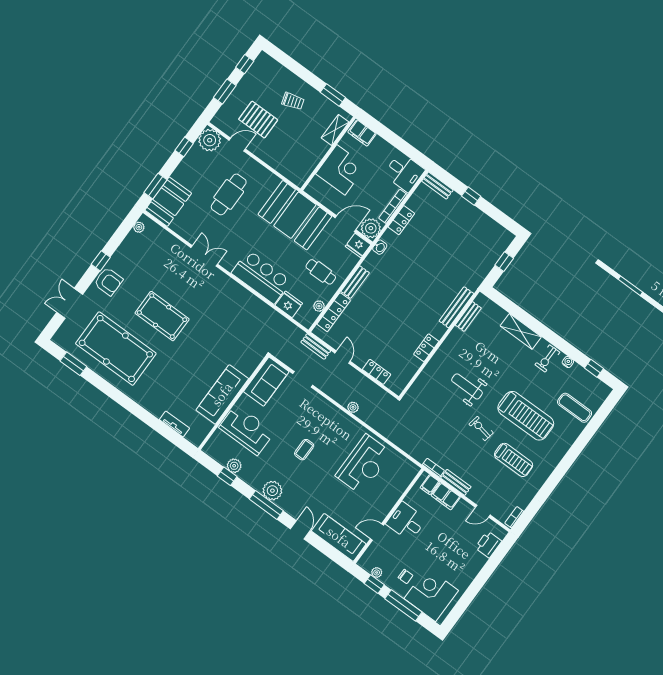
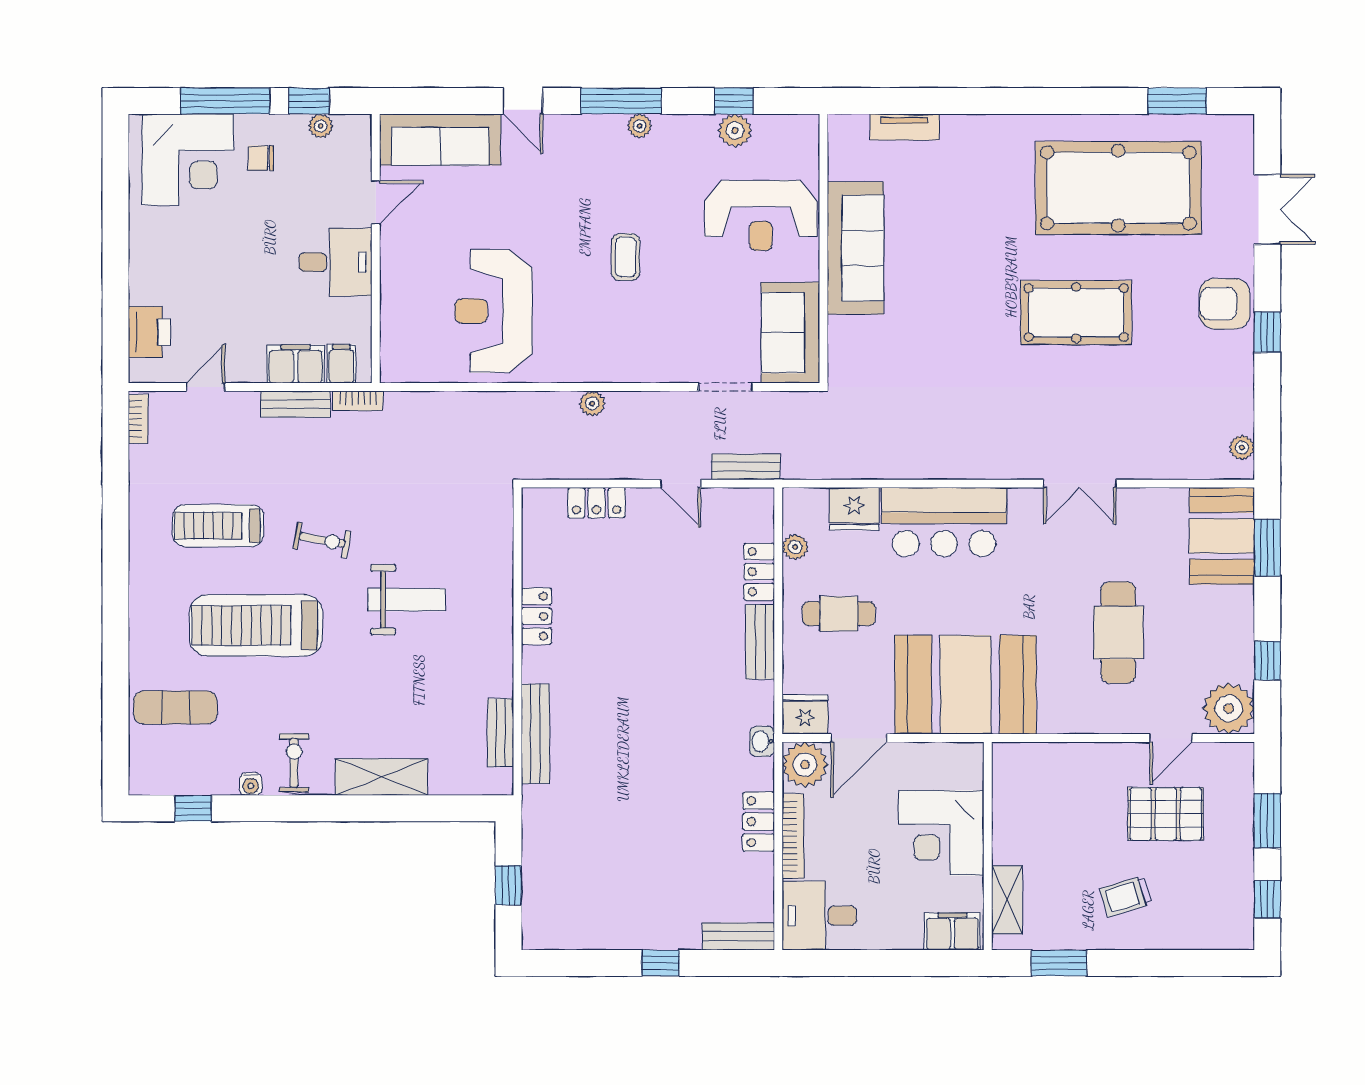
locker: (334, 312) -> (759, 572), width x0.66
plant: (272, 491) -> (639, 126), width x0.53, depth x0.53

